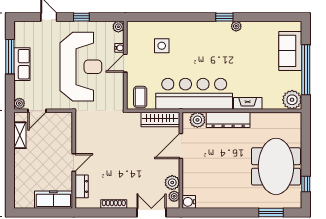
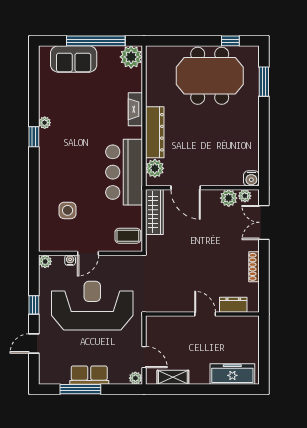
door: (125, 63) -> (88, 253), hinge flipped
bar counter: (194, 94) -> (124, 172), width x0.73
freezer: (53, 200) -> (232, 374), moved, turned 90

